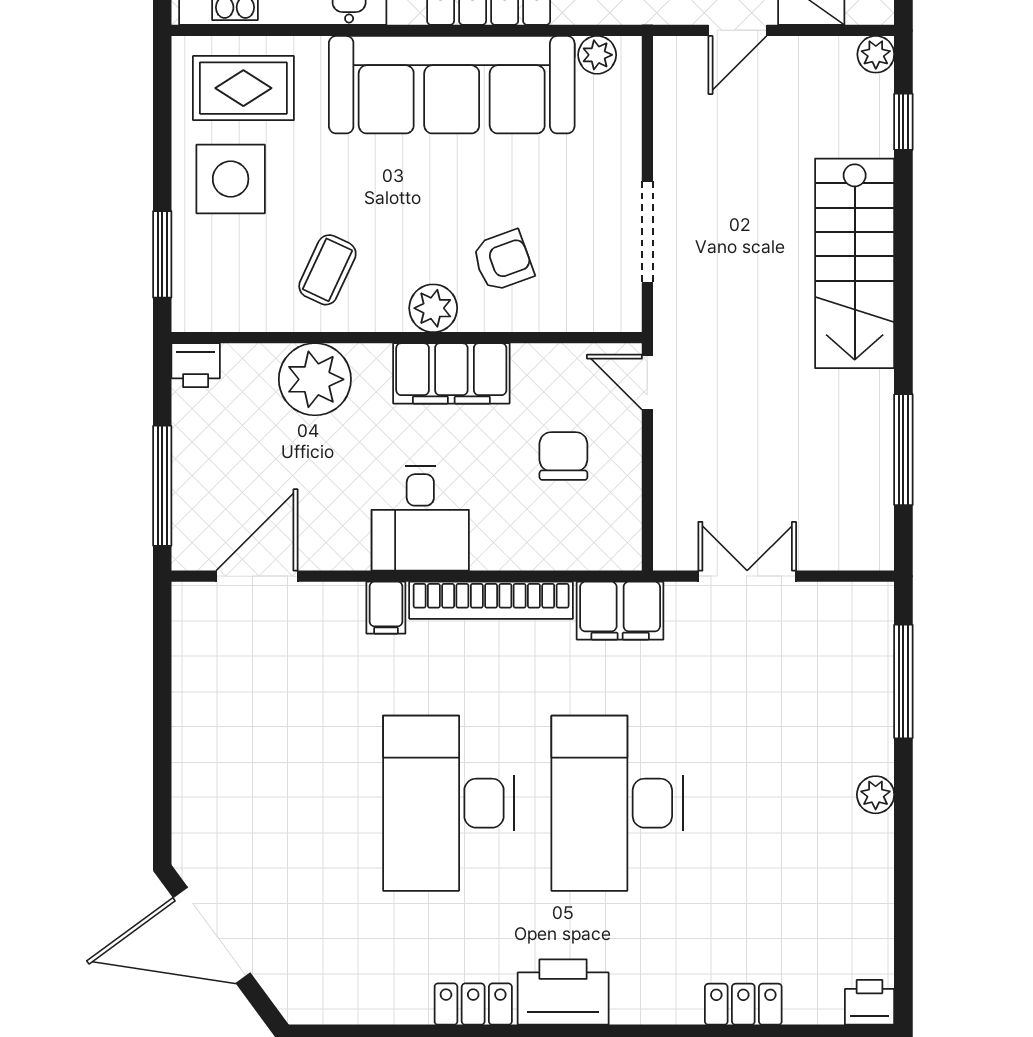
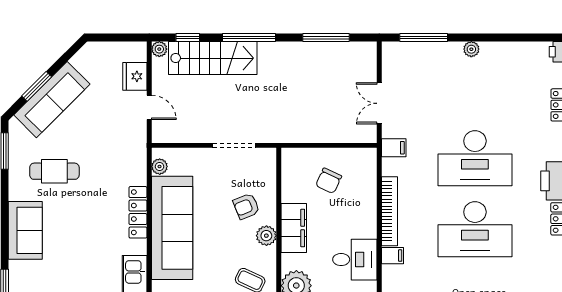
armchair: (503, 261) -> (246, 206), turned -92
stairs: (855, 263) -> (213, 58), moved
window: (903, 267) -> (249, 37), added
door: (647, 382) -> (297, 145), removed
chair: (563, 456) -> (329, 181), turned -65
desk: (420, 518) -> (355, 260), moved
filing cabinet: (620, 611) -> (394, 148), width x0.50

